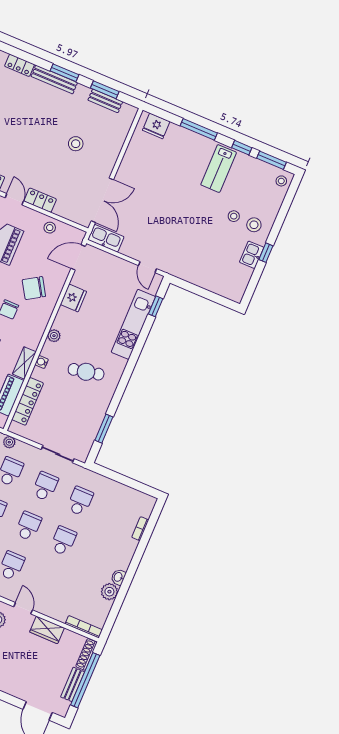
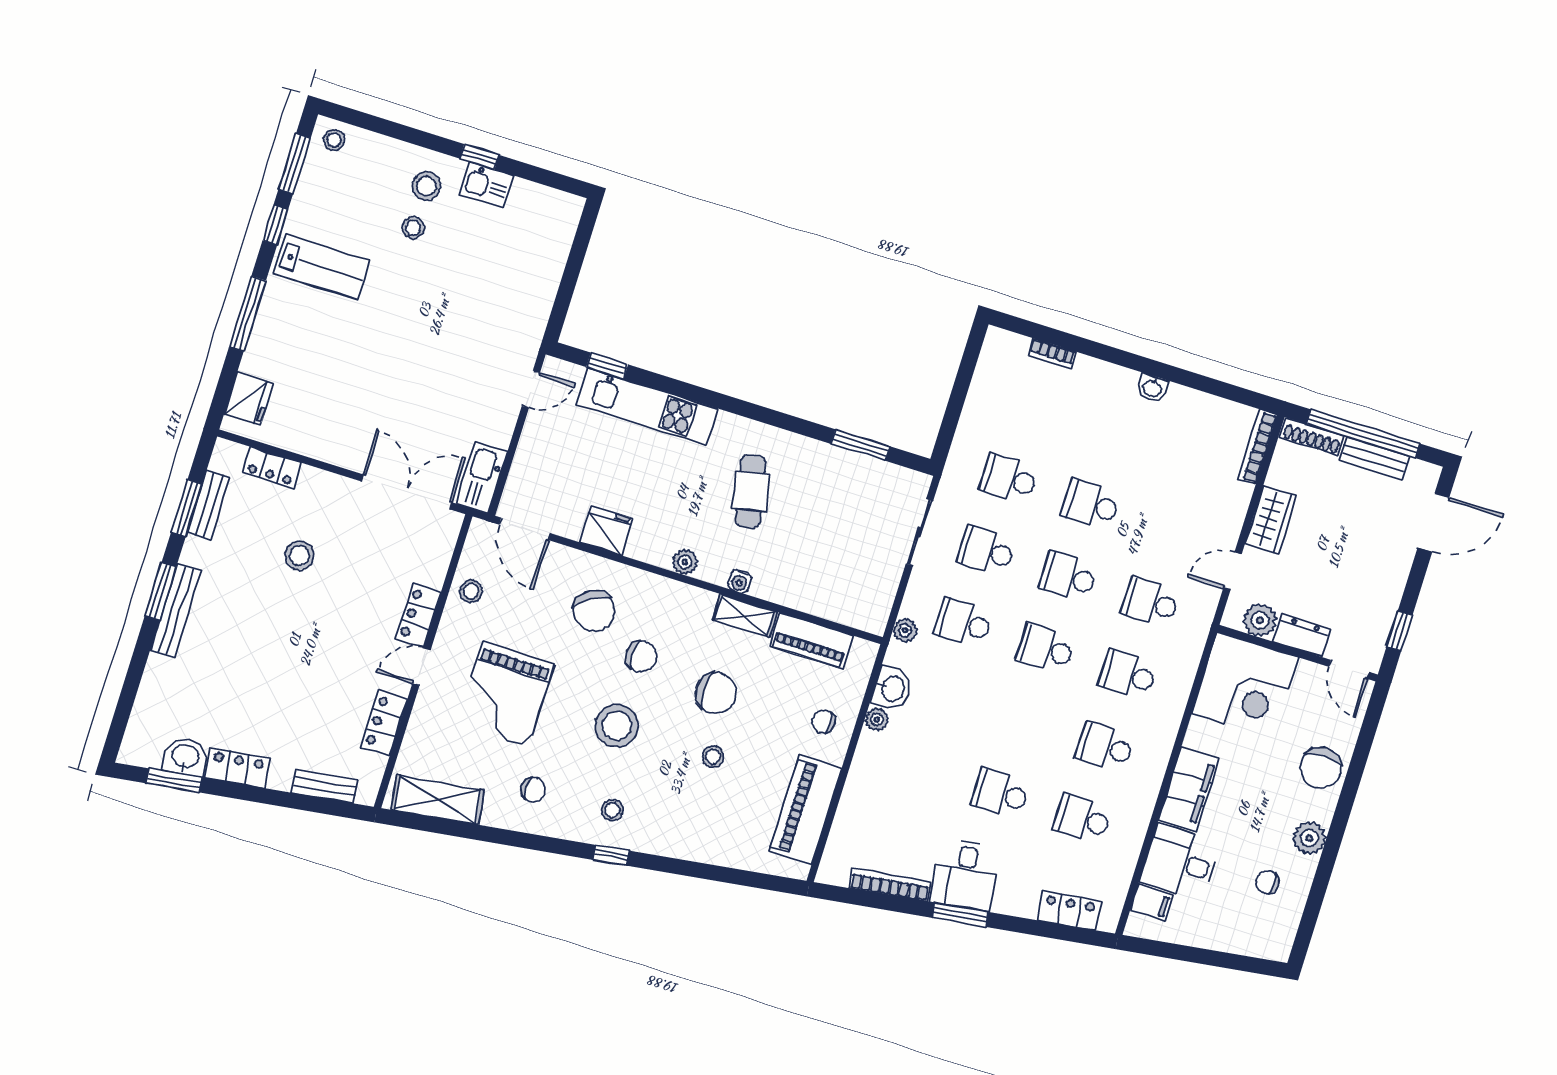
locker: (20, 65) -> (272, 468), moved, turned 90
locker: (28, 401) -> (820, 602), removed
plant: (109, 592) -> (1183, 403), removed

